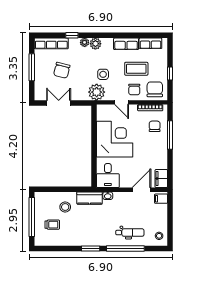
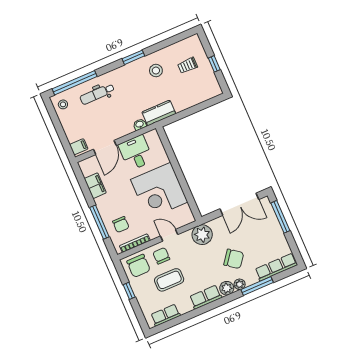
window: (72, 35) -> (257, 286), width x2.17
row of seats: (126, 44) -> (206, 297), moved
window: (32, 67) -> (280, 217), moved
chair: (62, 70) -> (234, 259), moved, turned 113
side table: (103, 74) -> (203, 258), removed
double door: (59, 103) -> (239, 204), width x1.37
desk: (108, 176) -> (136, 153), moved
filing cabinet: (161, 178) -> (95, 186), moved
stool: (65, 207) -> (156, 70), moved
window: (32, 217) -> (214, 64), width x0.32
window: (125, 248) -> (75, 83), moved

